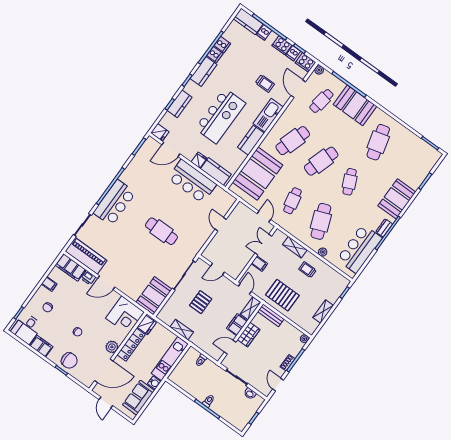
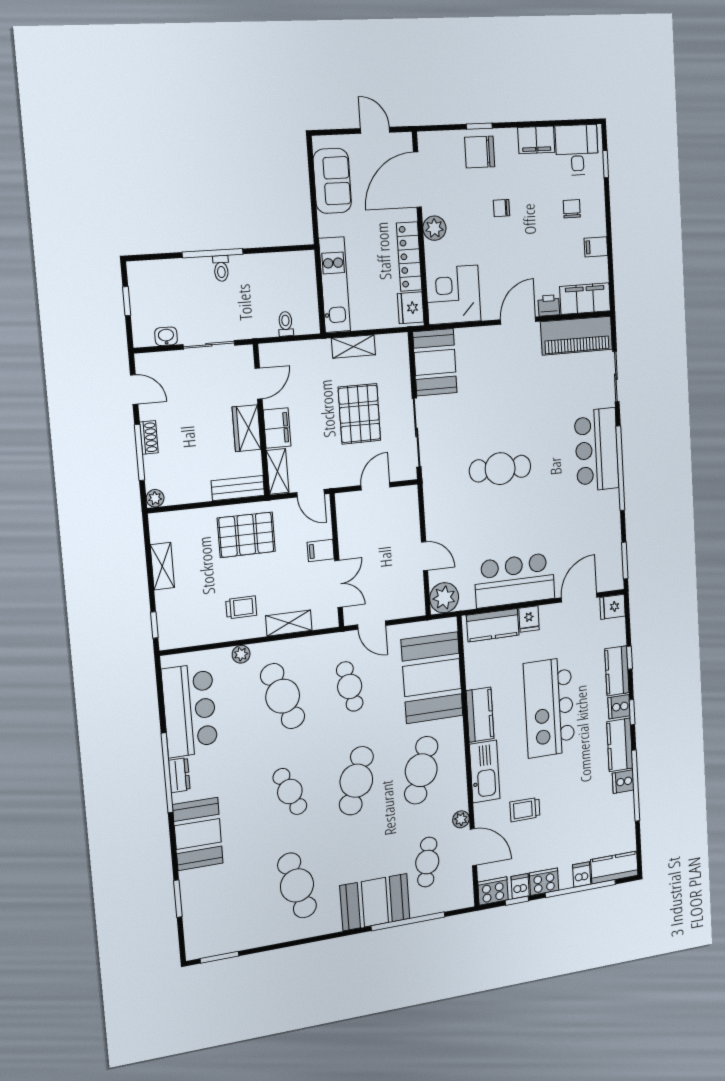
cooker: (222, 44) -> (619, 707), moved
plant: (319, 70) -> (461, 819), moved
plant: (226, 201) -> (444, 598), added
pallet: (201, 302) -> (359, 414), width x1.50, depth x1.42
water cooler: (154, 383) -> (327, 226), removed

